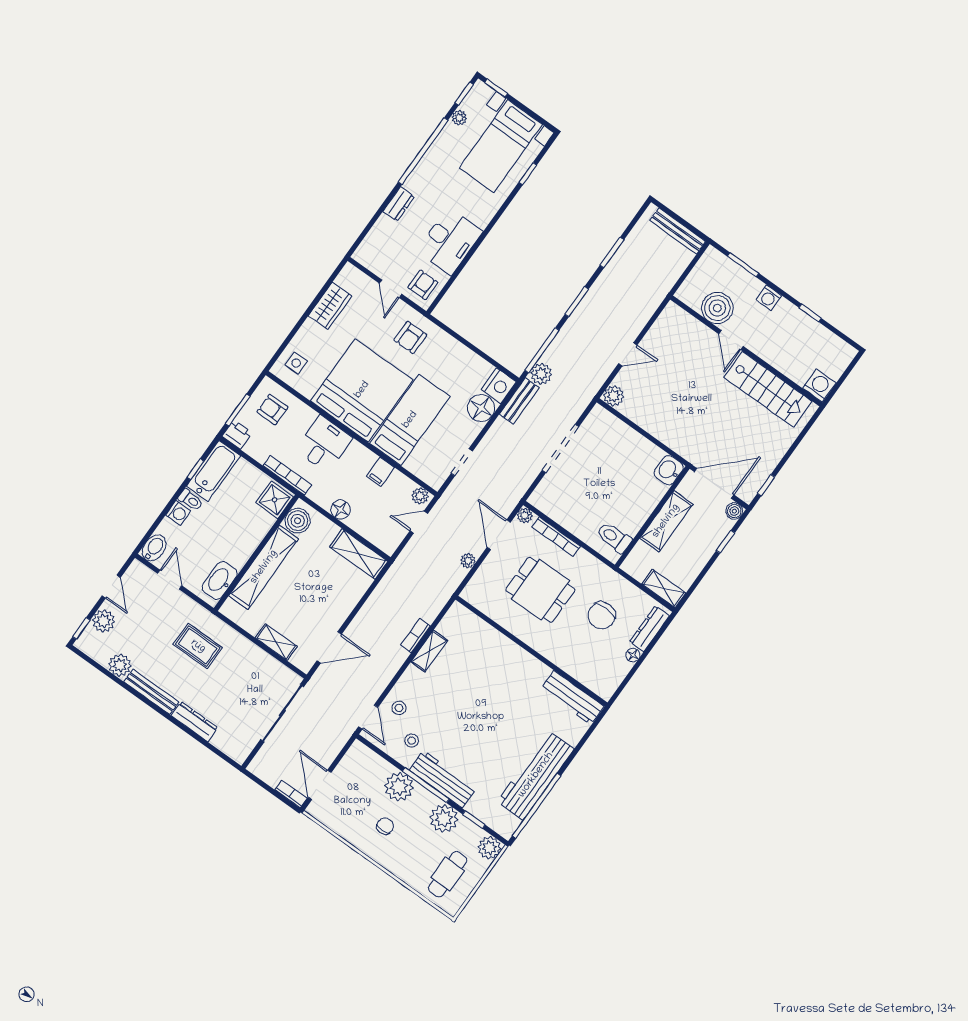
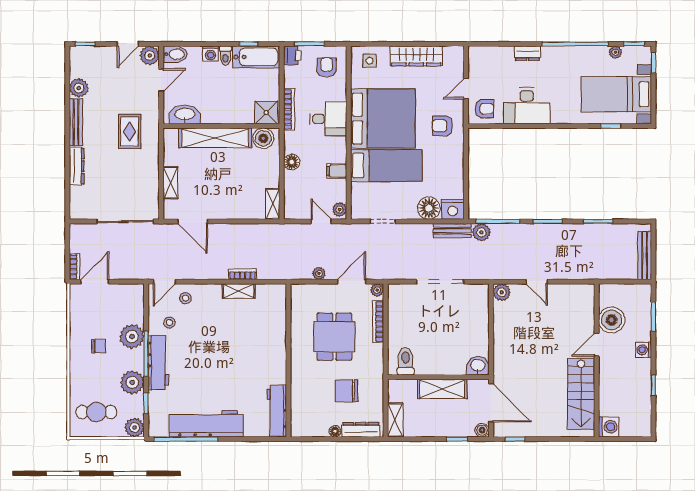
wardrobe: (330, 306) -> (416, 56), width x1.50
shelving: (359, 554) -> (273, 204), width x0.67, depth x0.75
plant: (104, 621) -> (150, 55), moved

